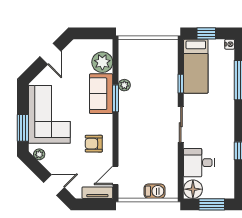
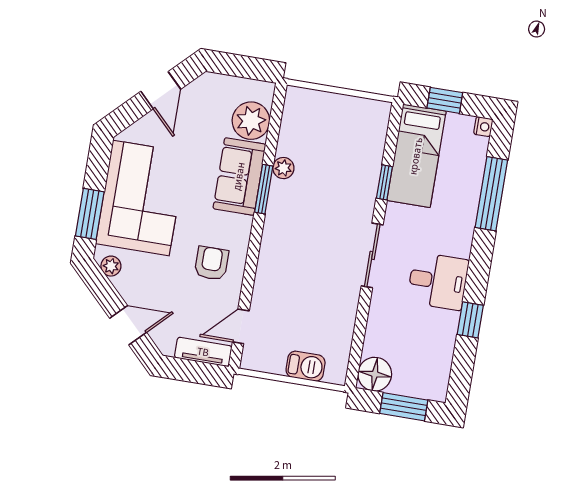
armchair: (94, 144) -> (211, 263), turned 90
desk: (199, 163) -> (438, 281), moved, turned 180

